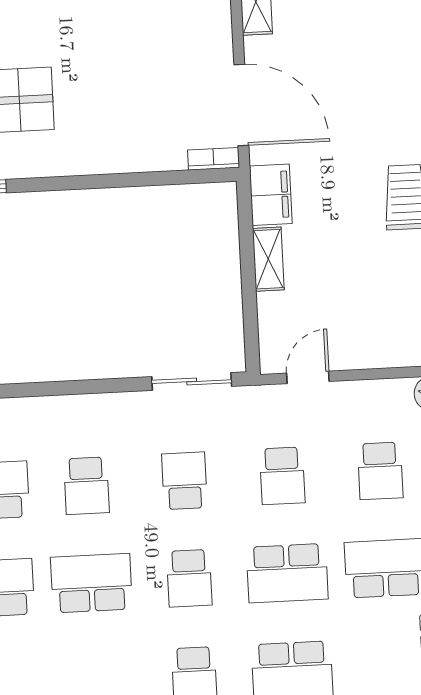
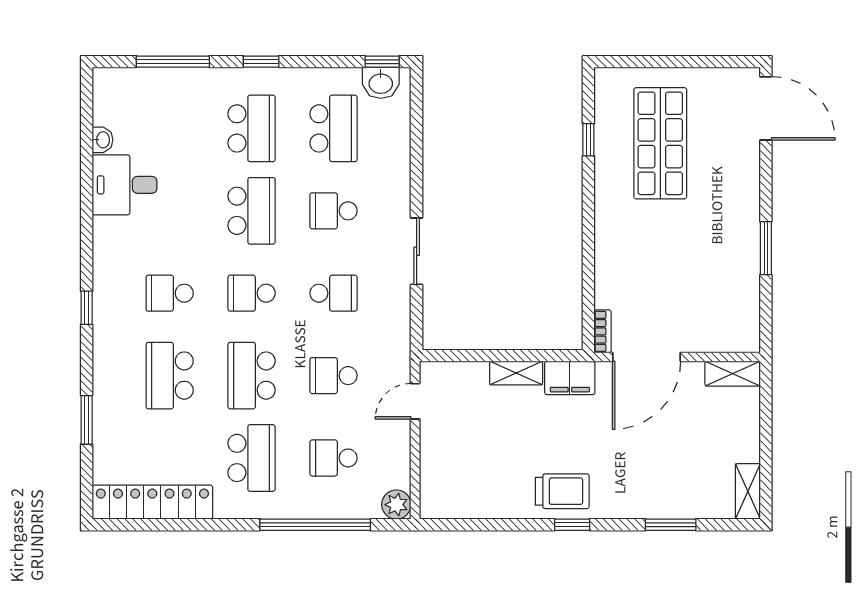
door: (308, 377) -> (415, 401), swing flipped
sliding door: (192, 382) -> (417, 251), moved

